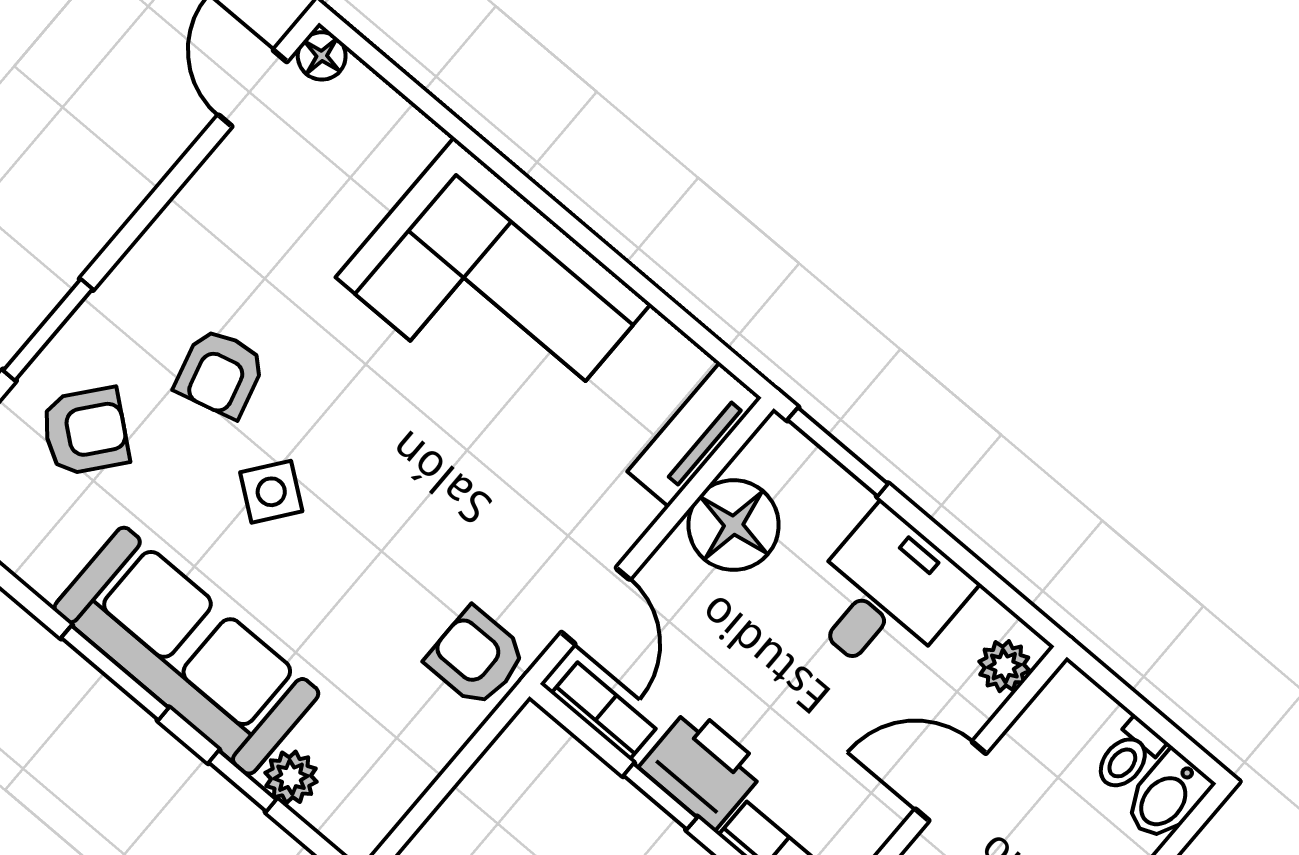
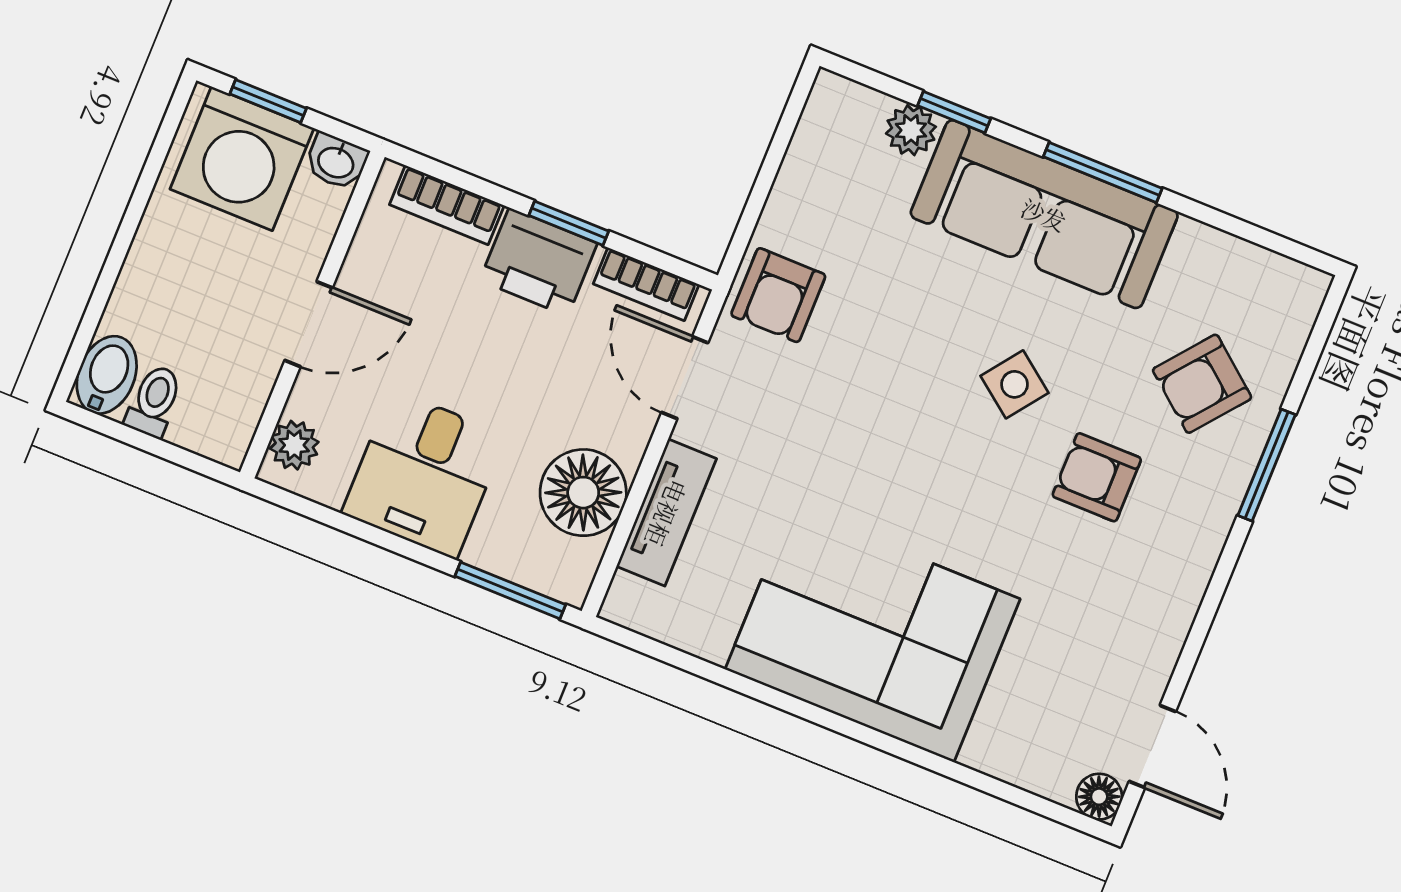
armchair: (220, 373) -> (1097, 477), turned -75
tv unit: (694, 435) -> (667, 513), moved
armchair: (476, 657) -> (778, 295), turned 90

